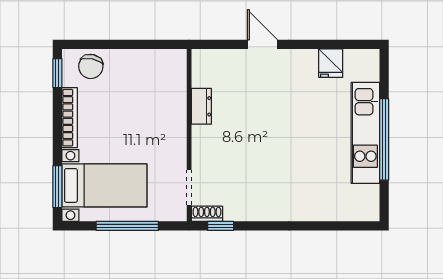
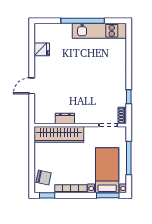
wardrobe: (172, 95) -> (59, 134), added
kitchen unit: (365, 133) -> (99, 31), moved
window: (221, 226) -> (129, 97), moved

